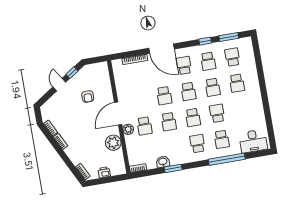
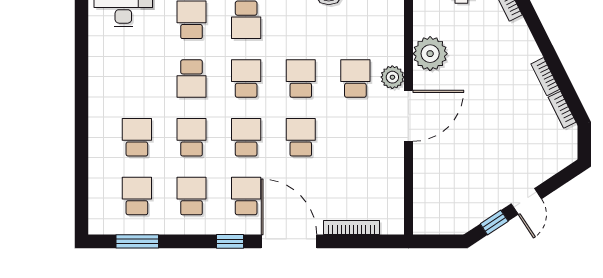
window: (205, 41) -> (230, 241), moved
school desk: (232, 57) -> (137, 196), turned 180
school desk: (184, 65) -> (246, 196), turned 180
armchair: (88, 97) -> (469, 164), removed

